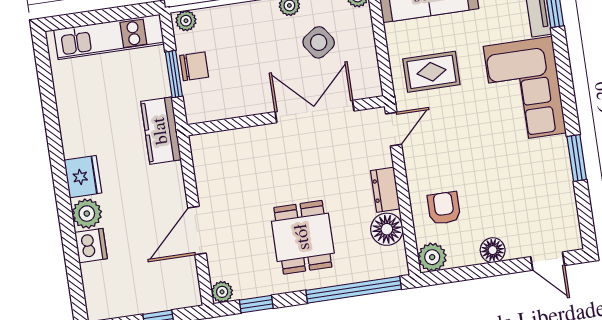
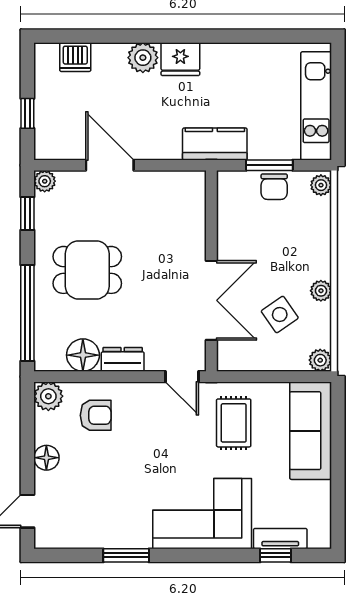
dishwasher: (91, 246) -> (75, 57), moved

